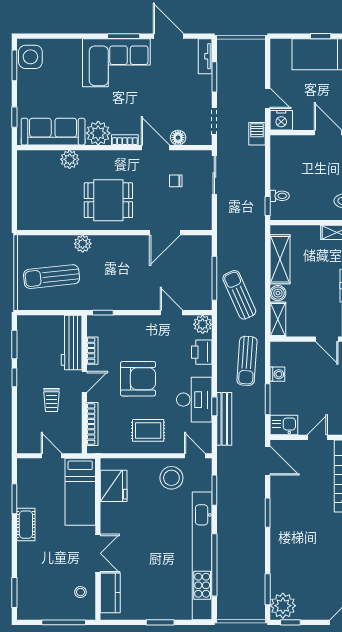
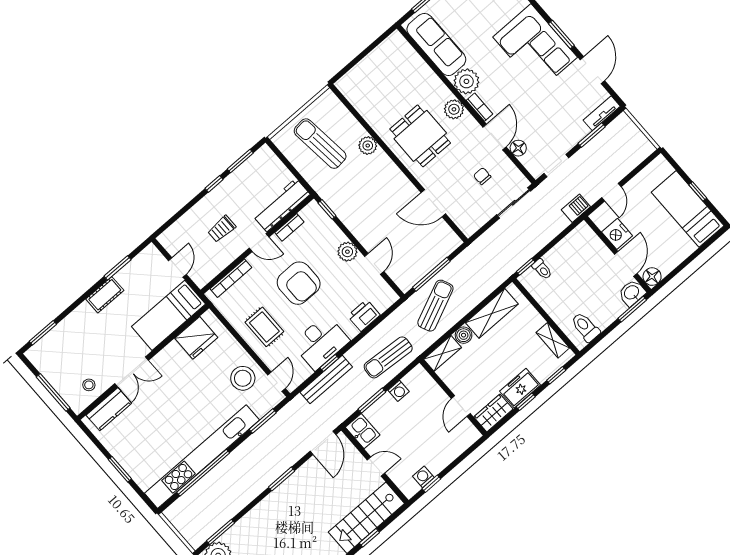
nightstand: (281, 120) -> (617, 234), moved
plant: (70, 159) -> (454, 109), moved
plant: (203, 324) -> (347, 252), moved

